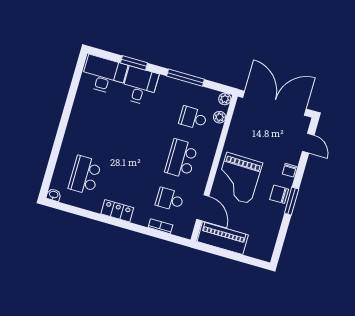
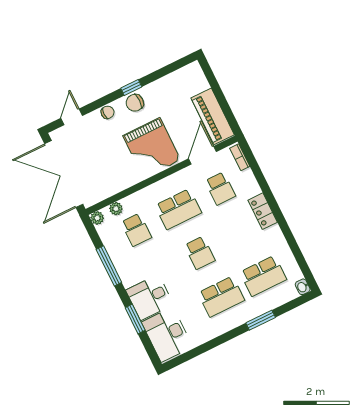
school desk: (97, 134) -> (221, 297), added
window: (57, 146) -> (261, 320), added
school desk: (139, 147) -> (200, 253), added
grand piano: (239, 178) -> (152, 148), turned 89
chair: (279, 194) -> (135, 103), turned 90
window: (292, 201) -> (131, 88), width x0.67
locker: (117, 211) -> (263, 211), moved
bookcase: (160, 226) -> (240, 157), moved

